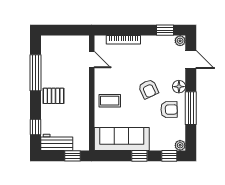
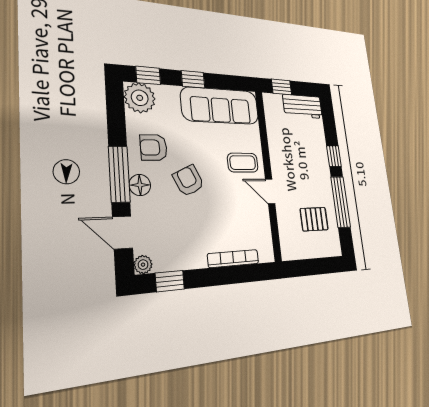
door: (92, 60) -> (270, 191), moved
pallet: (54, 96) -> (314, 219), moved
window: (191, 108) -> (119, 174), moved
window: (36, 127) -> (334, 156), moved
plant: (180, 145) -> (140, 98), width x1.87, depth x1.87

